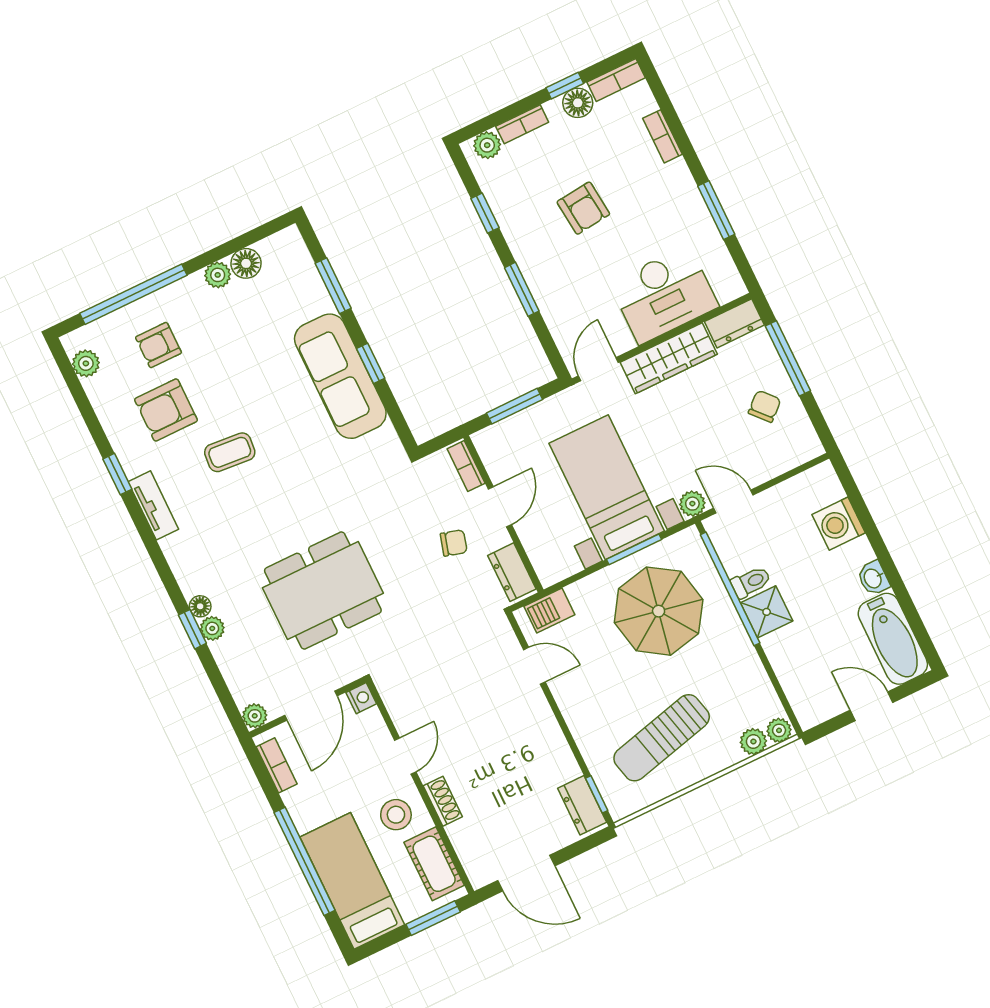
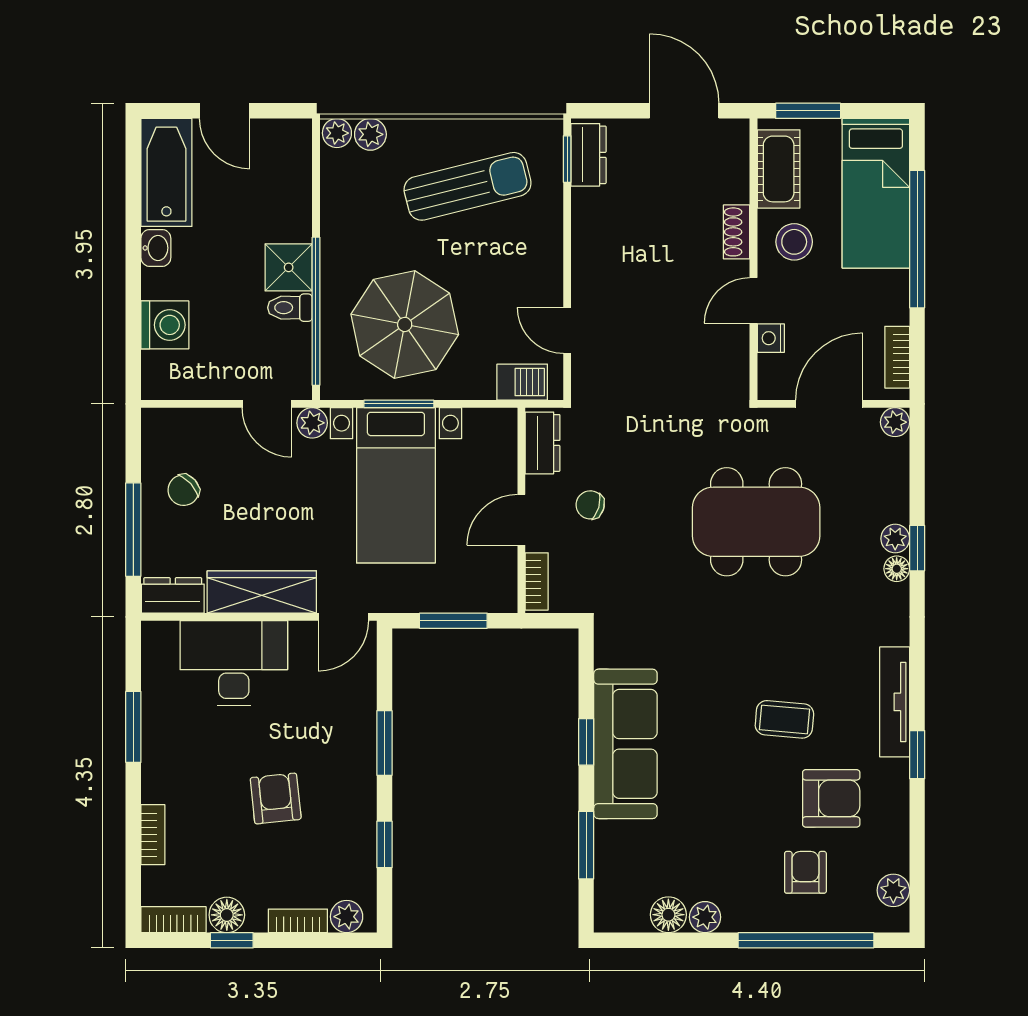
armchair: (158, 345) -> (805, 872), turned -90
tv unit: (153, 505) -> (895, 702), width x1.41
nightstand: (361, 698) -> (771, 338), moved

